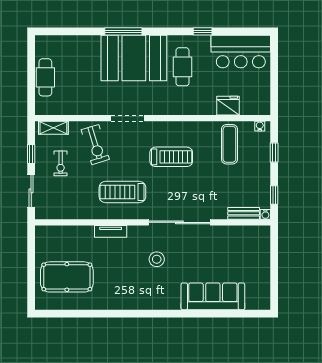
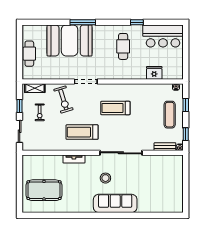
booth: (134, 58) -> (70, 40), moved
exercise mat: (229, 144) -> (170, 115), moved
treadmill: (171, 157) -> (115, 108), turned 180
sofa: (213, 296) -> (115, 203), moved

